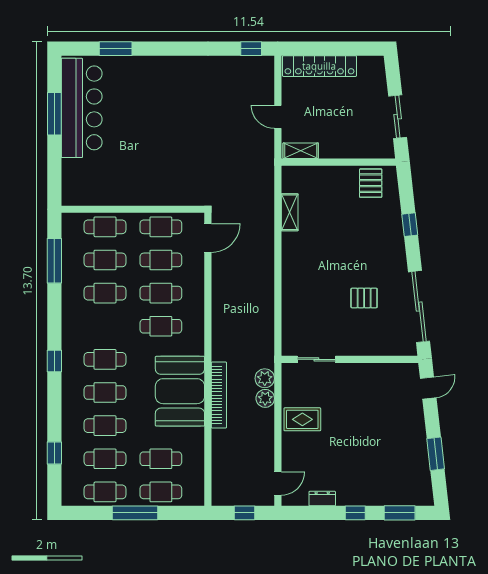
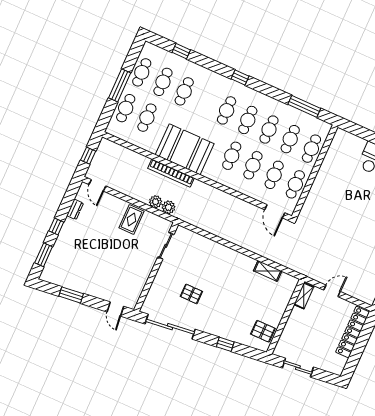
pallet: (364, 298) -> (191, 294), turned 90
cafe table: (105, 393) -> (248, 120), moved

